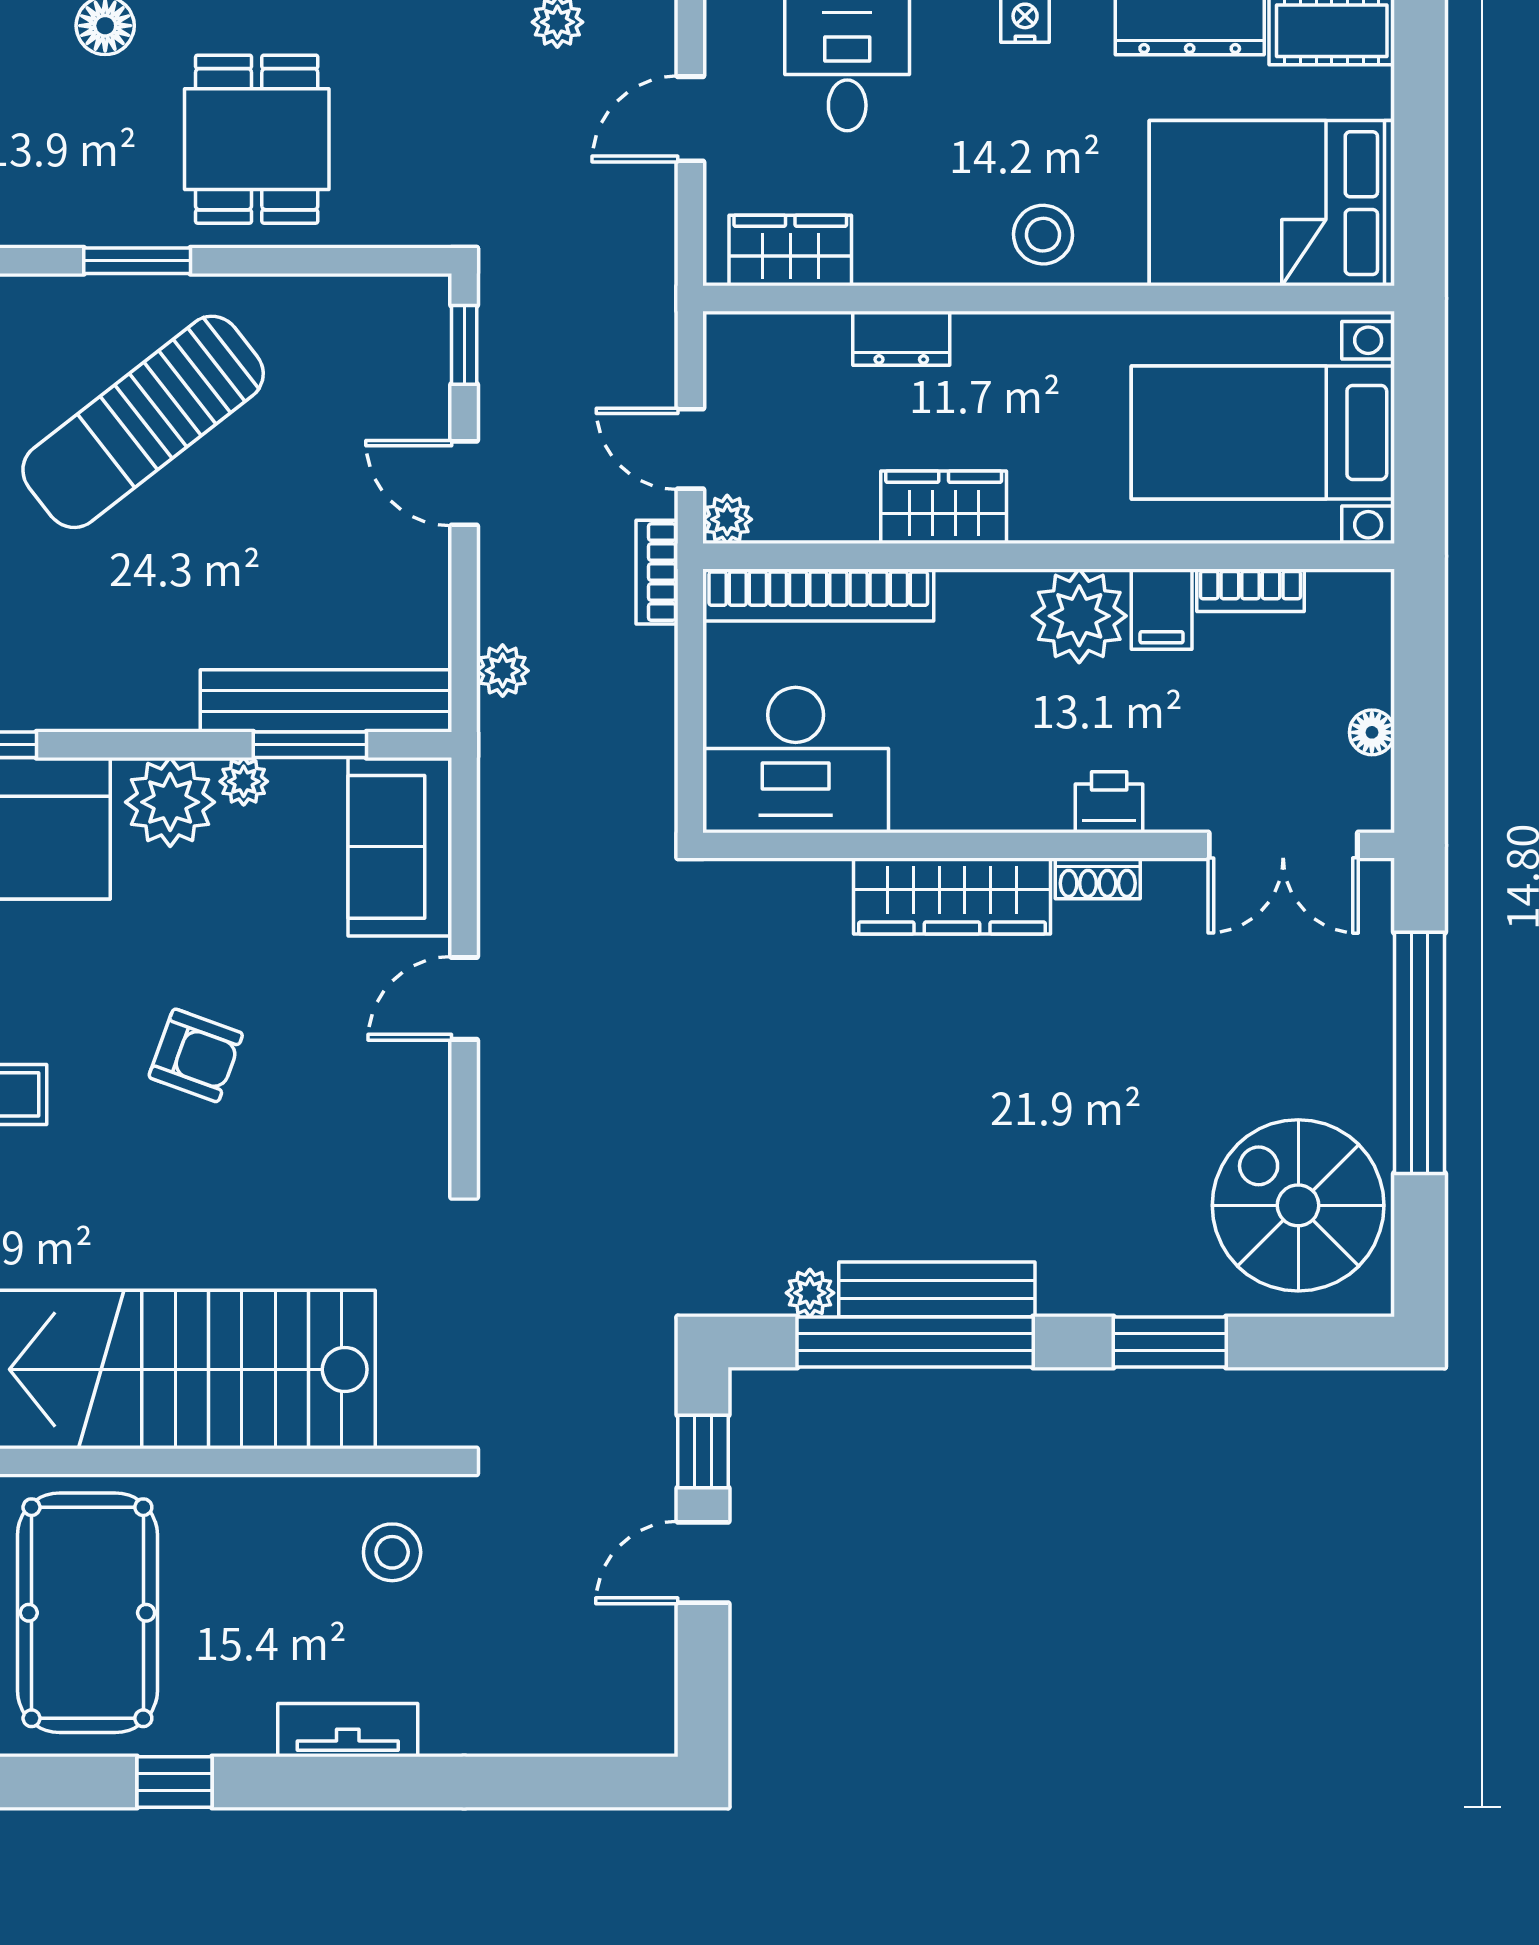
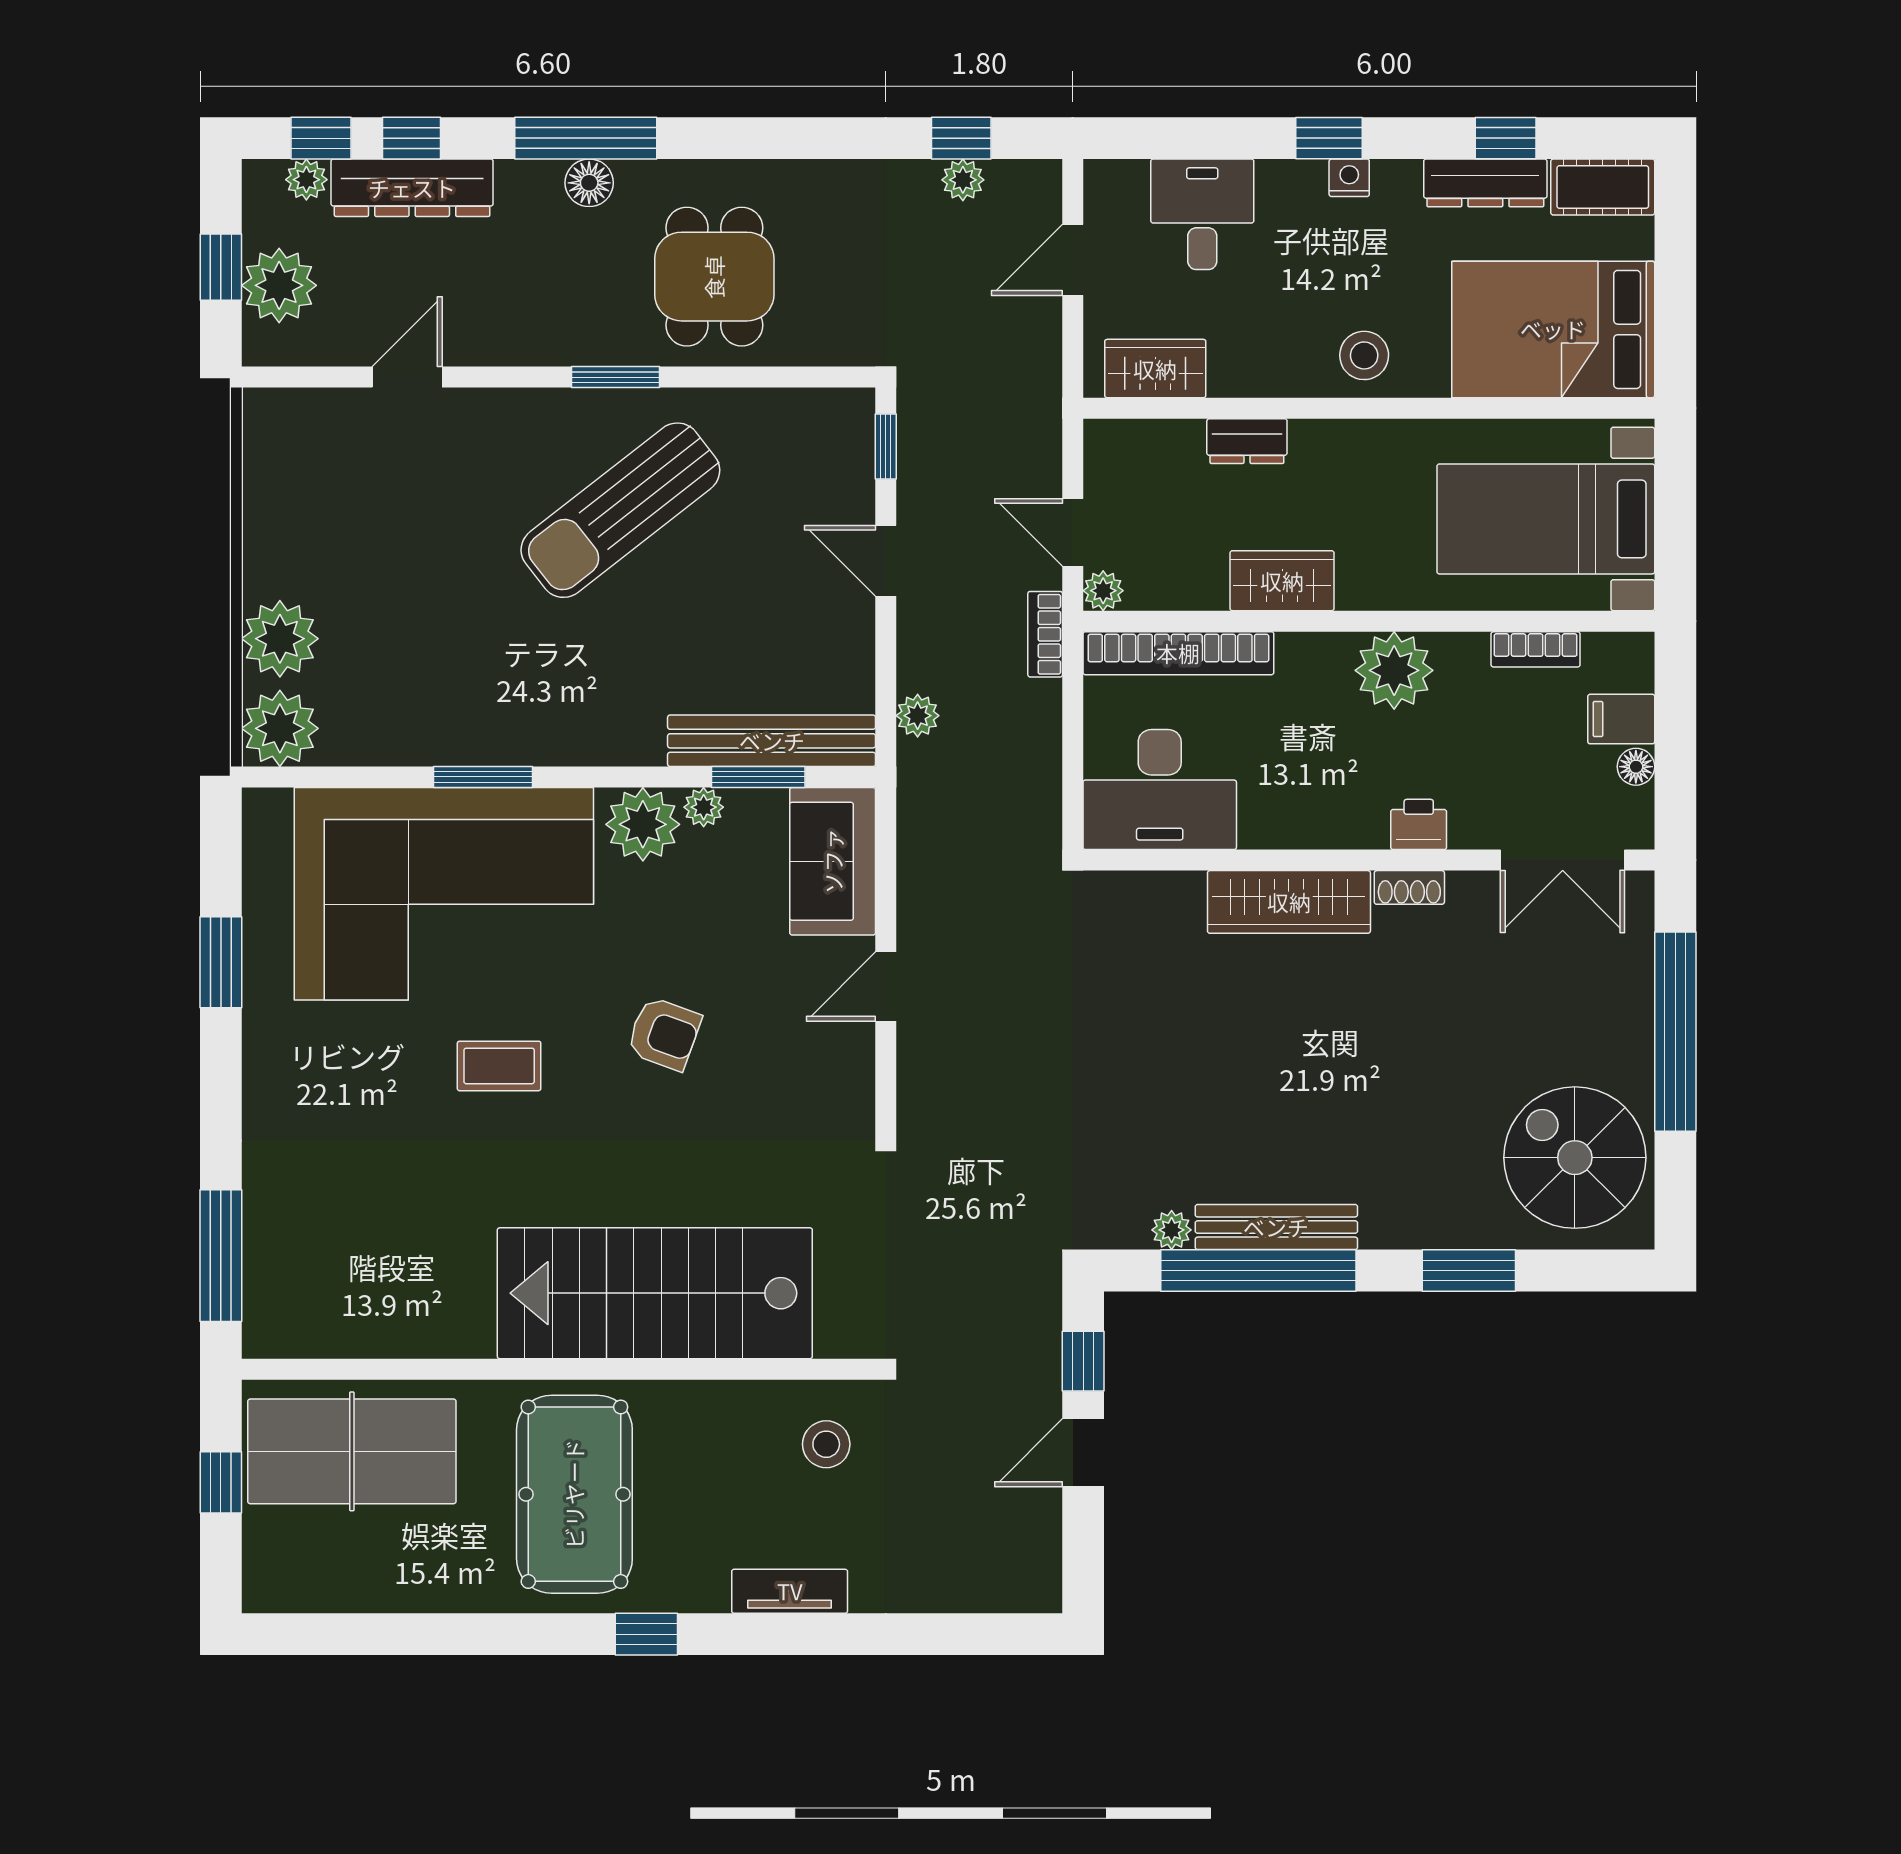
filing cabinet: (1162, 609) -> (1621, 719), moved, turned 90

